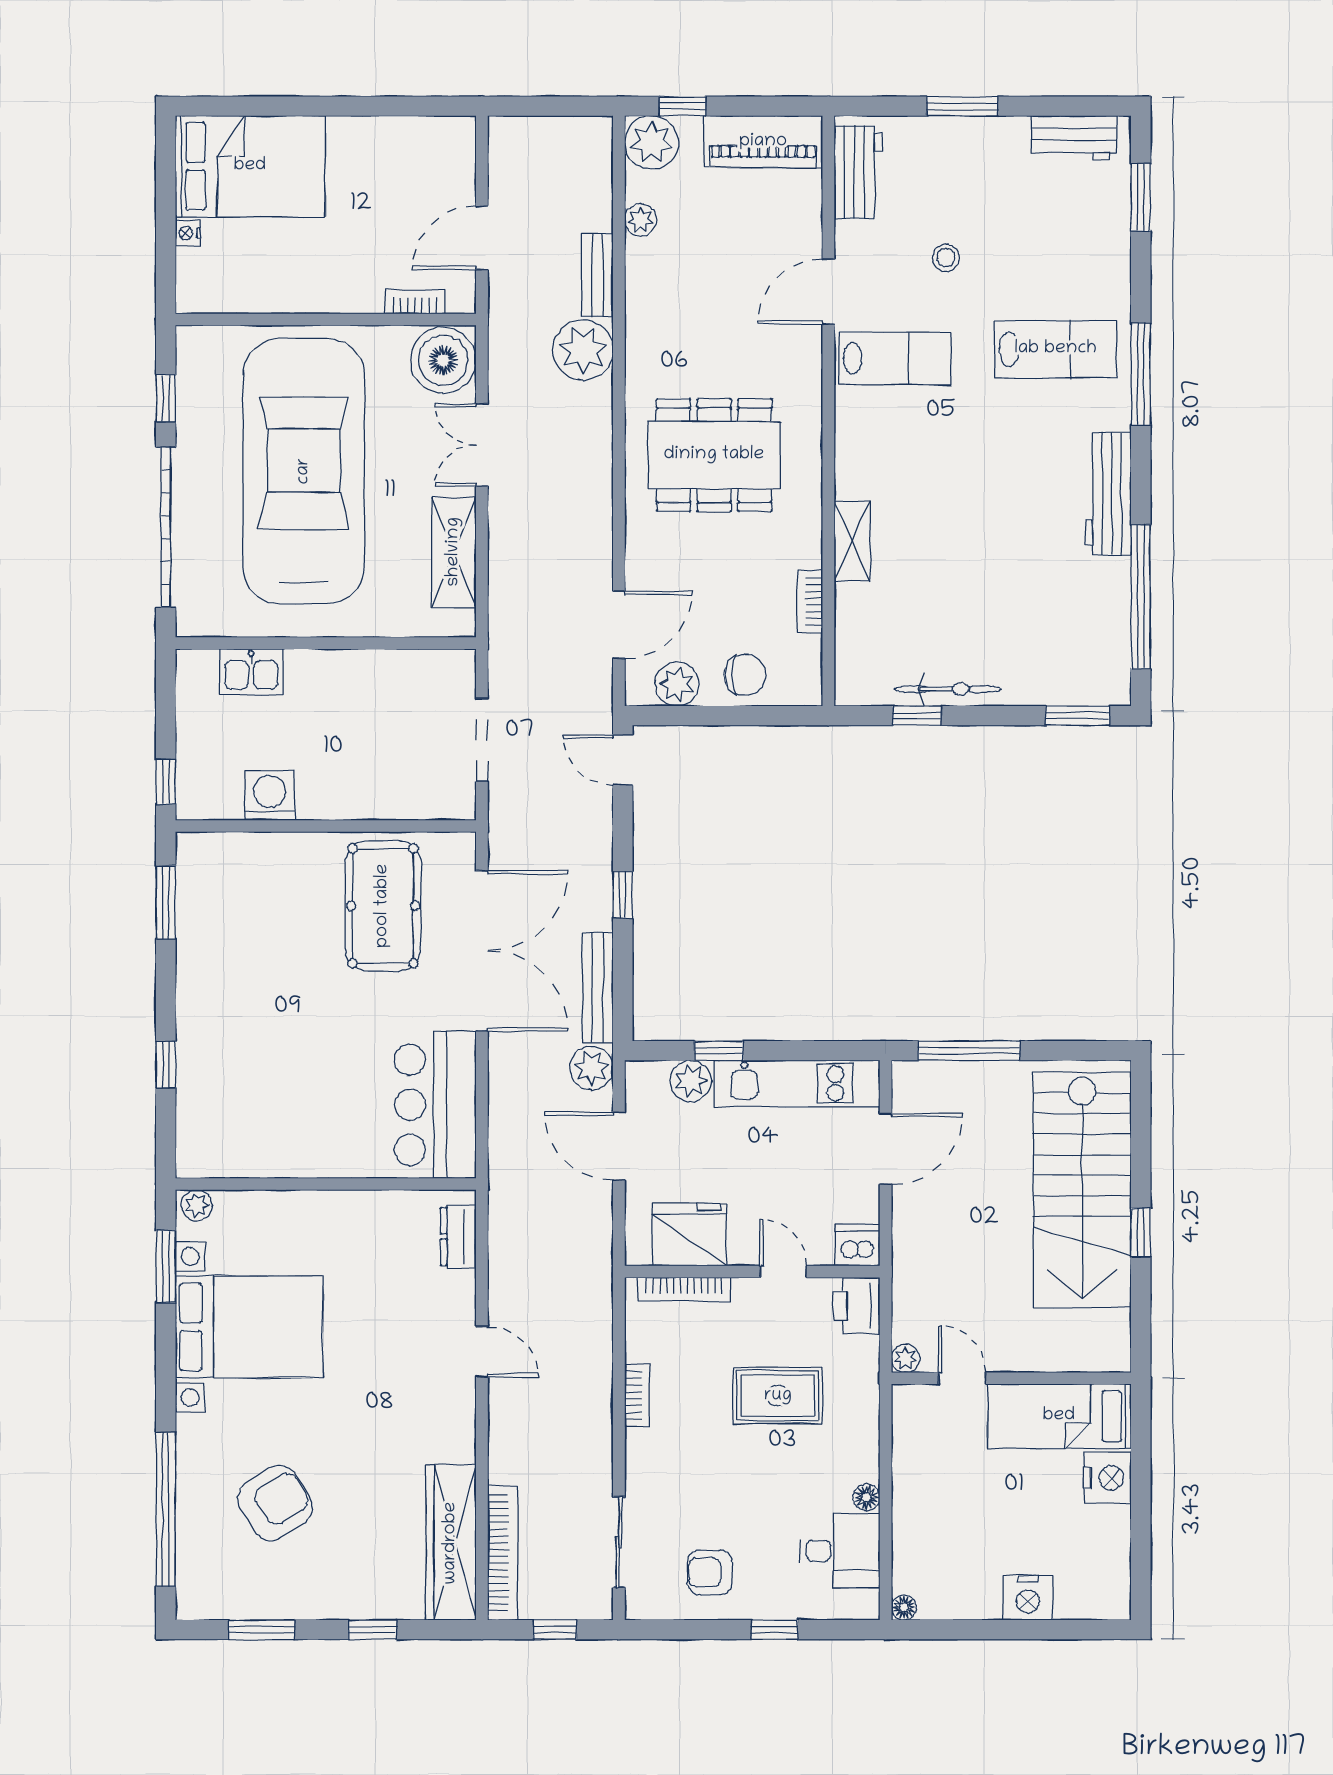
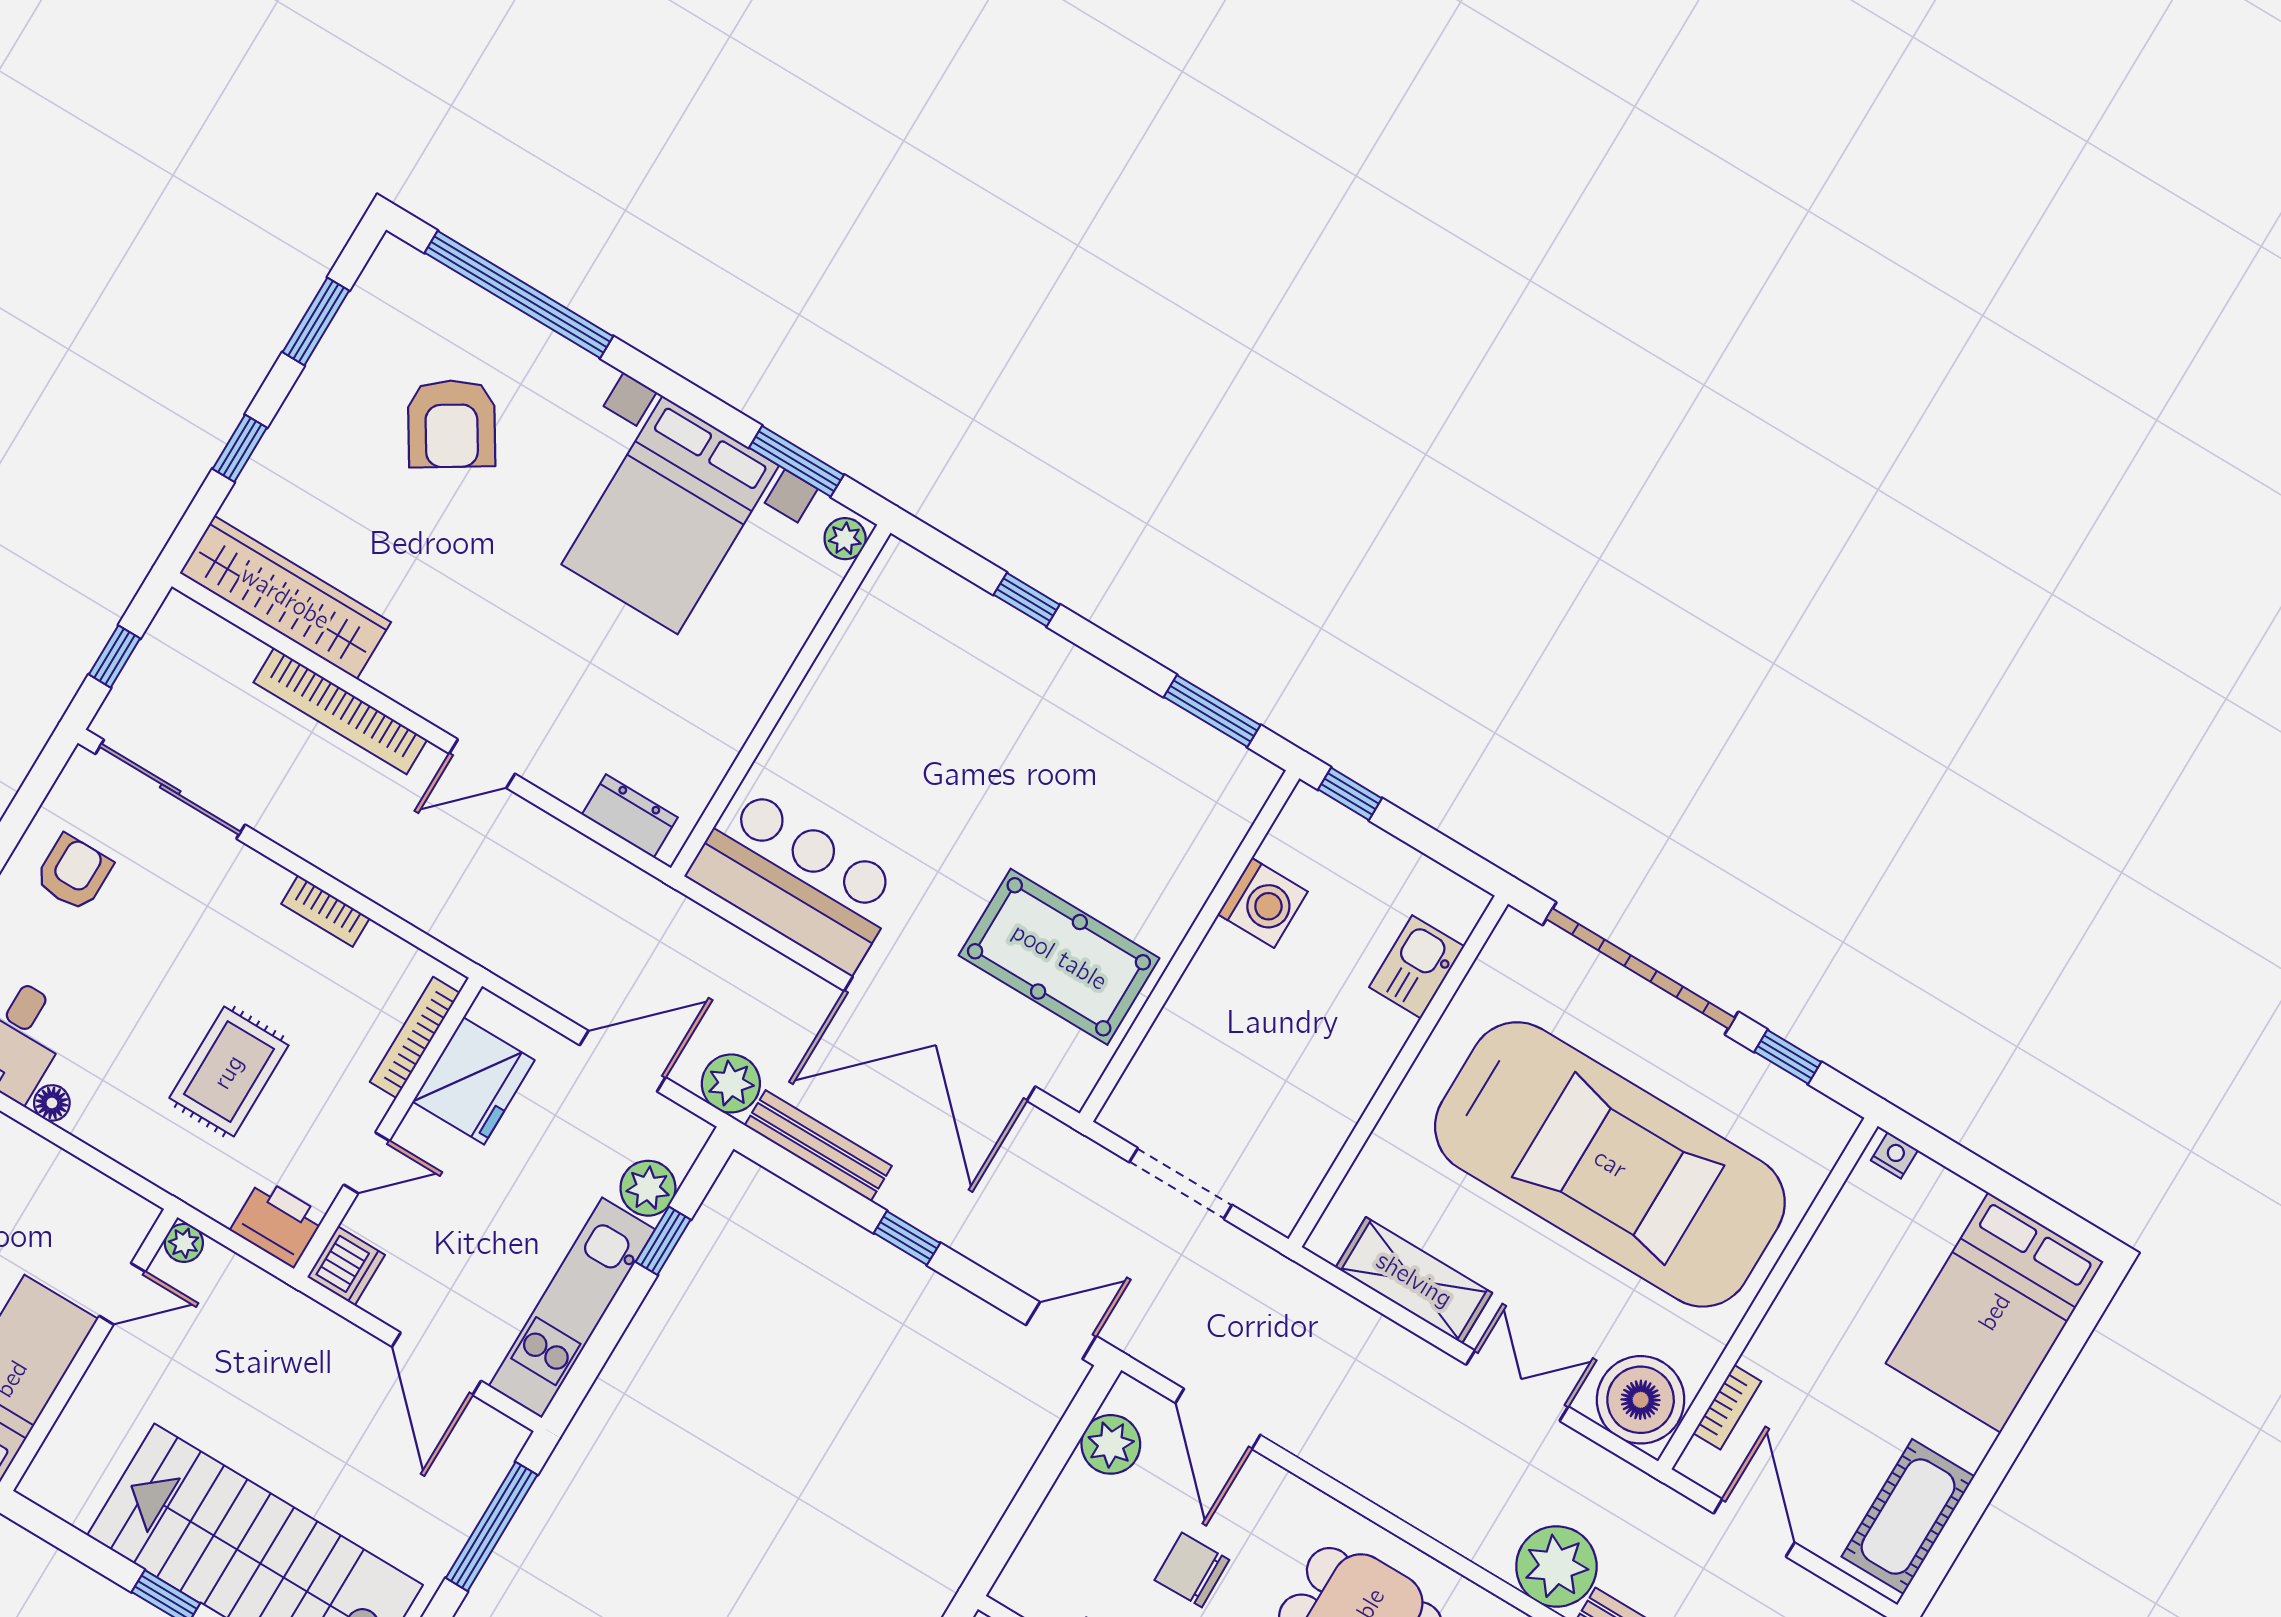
cot: (415, 143) -> (1908, 1517), added
nightstand: (188, 233) -> (1894, 1155), moved
chair: (745, 675) -> (1192, 1570), moved, turned 89
sliding door: (619, 1542) -> (170, 789), width x1.37
bookcase: (503, 1553) -> (340, 711), moved

